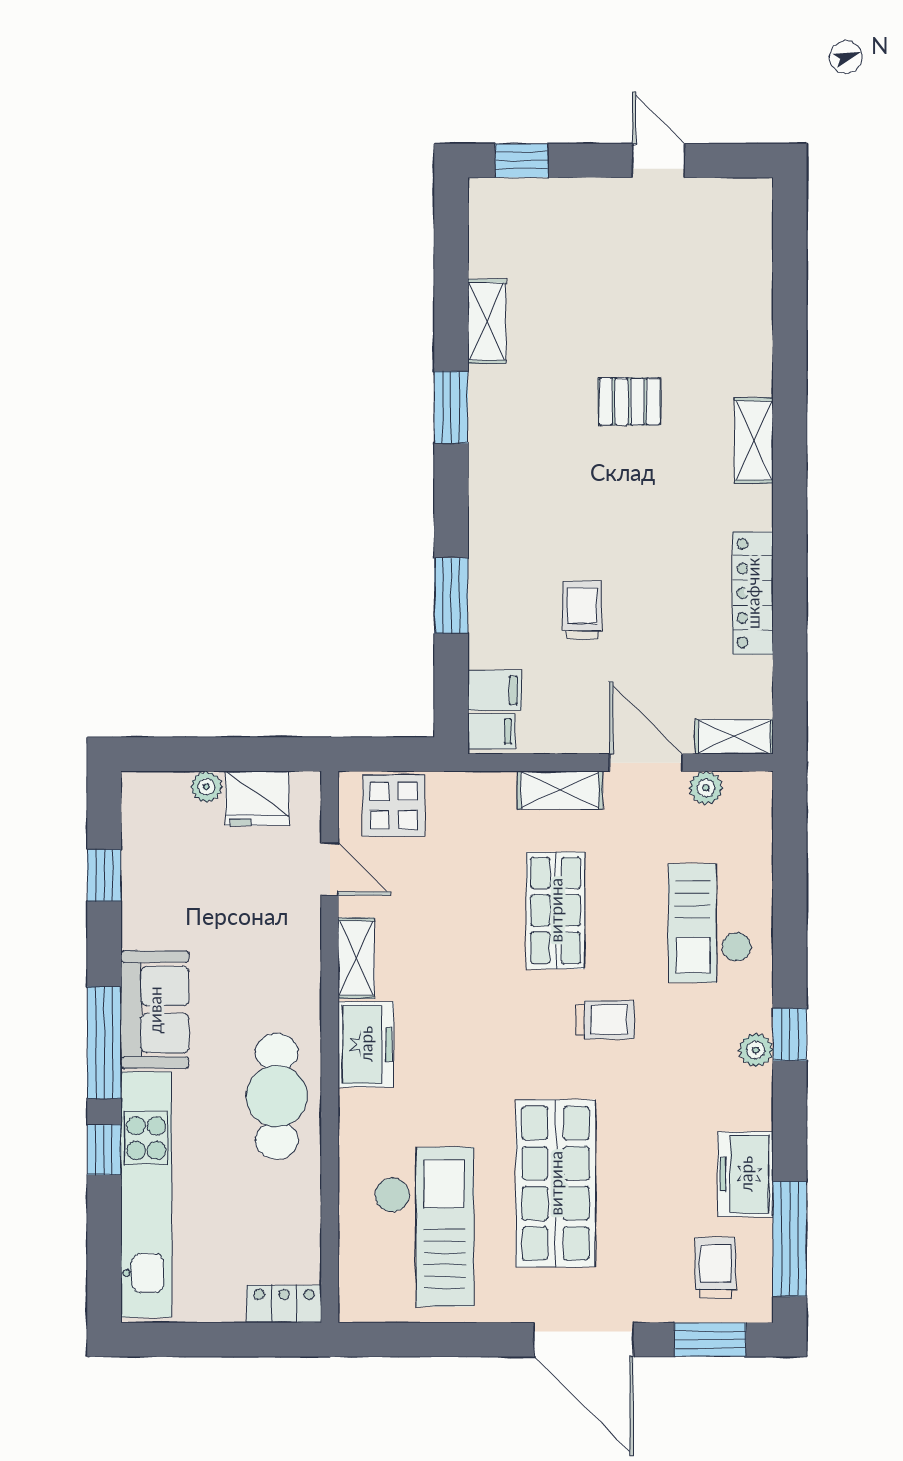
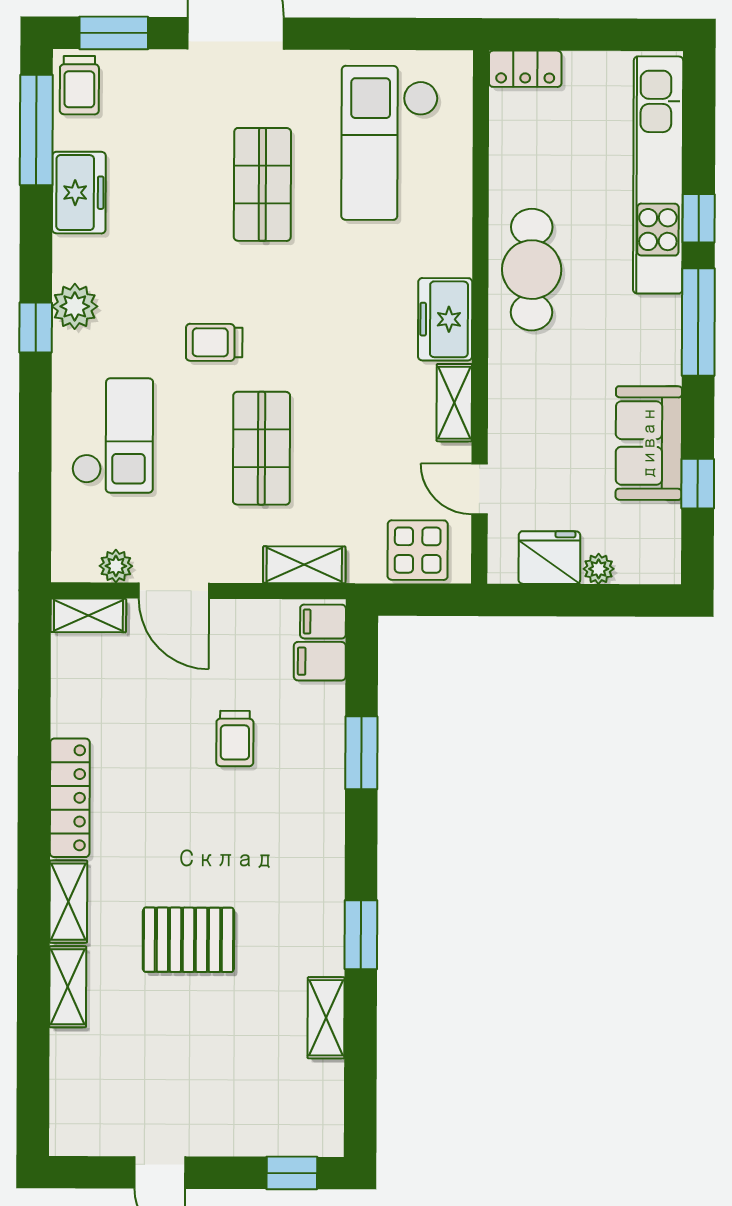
shelving: (754, 352) -> (68, 987), added
pallet: (629, 401) -> (188, 940), width x1.50, depth x1.42
locker: (753, 593) -> (70, 798), moved
shelving: (560, 790) -> (304, 565), moved
sofa: (155, 1010) -> (649, 443), moved
plant: (756, 1050) -> (75, 306), width x1.38, depth x1.38
shop shelf: (556, 1183) -> (262, 184), width x0.70, depth x0.74
trolley: (715, 1268) -> (79, 85), moved

